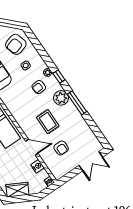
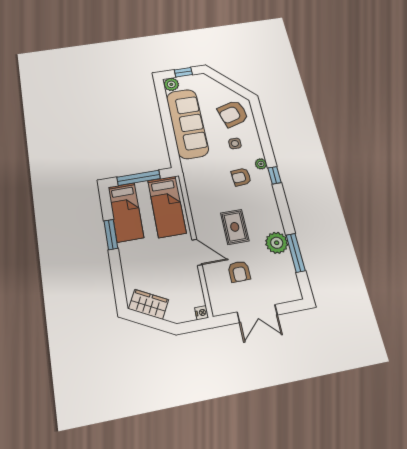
plant: (61, 98) -> (277, 243), moved
window: (77, 103) -> (296, 253), moved
double door: (91, 161) -> (257, 313), moved
nightstand: (38, 166) -> (194, 283), removed

